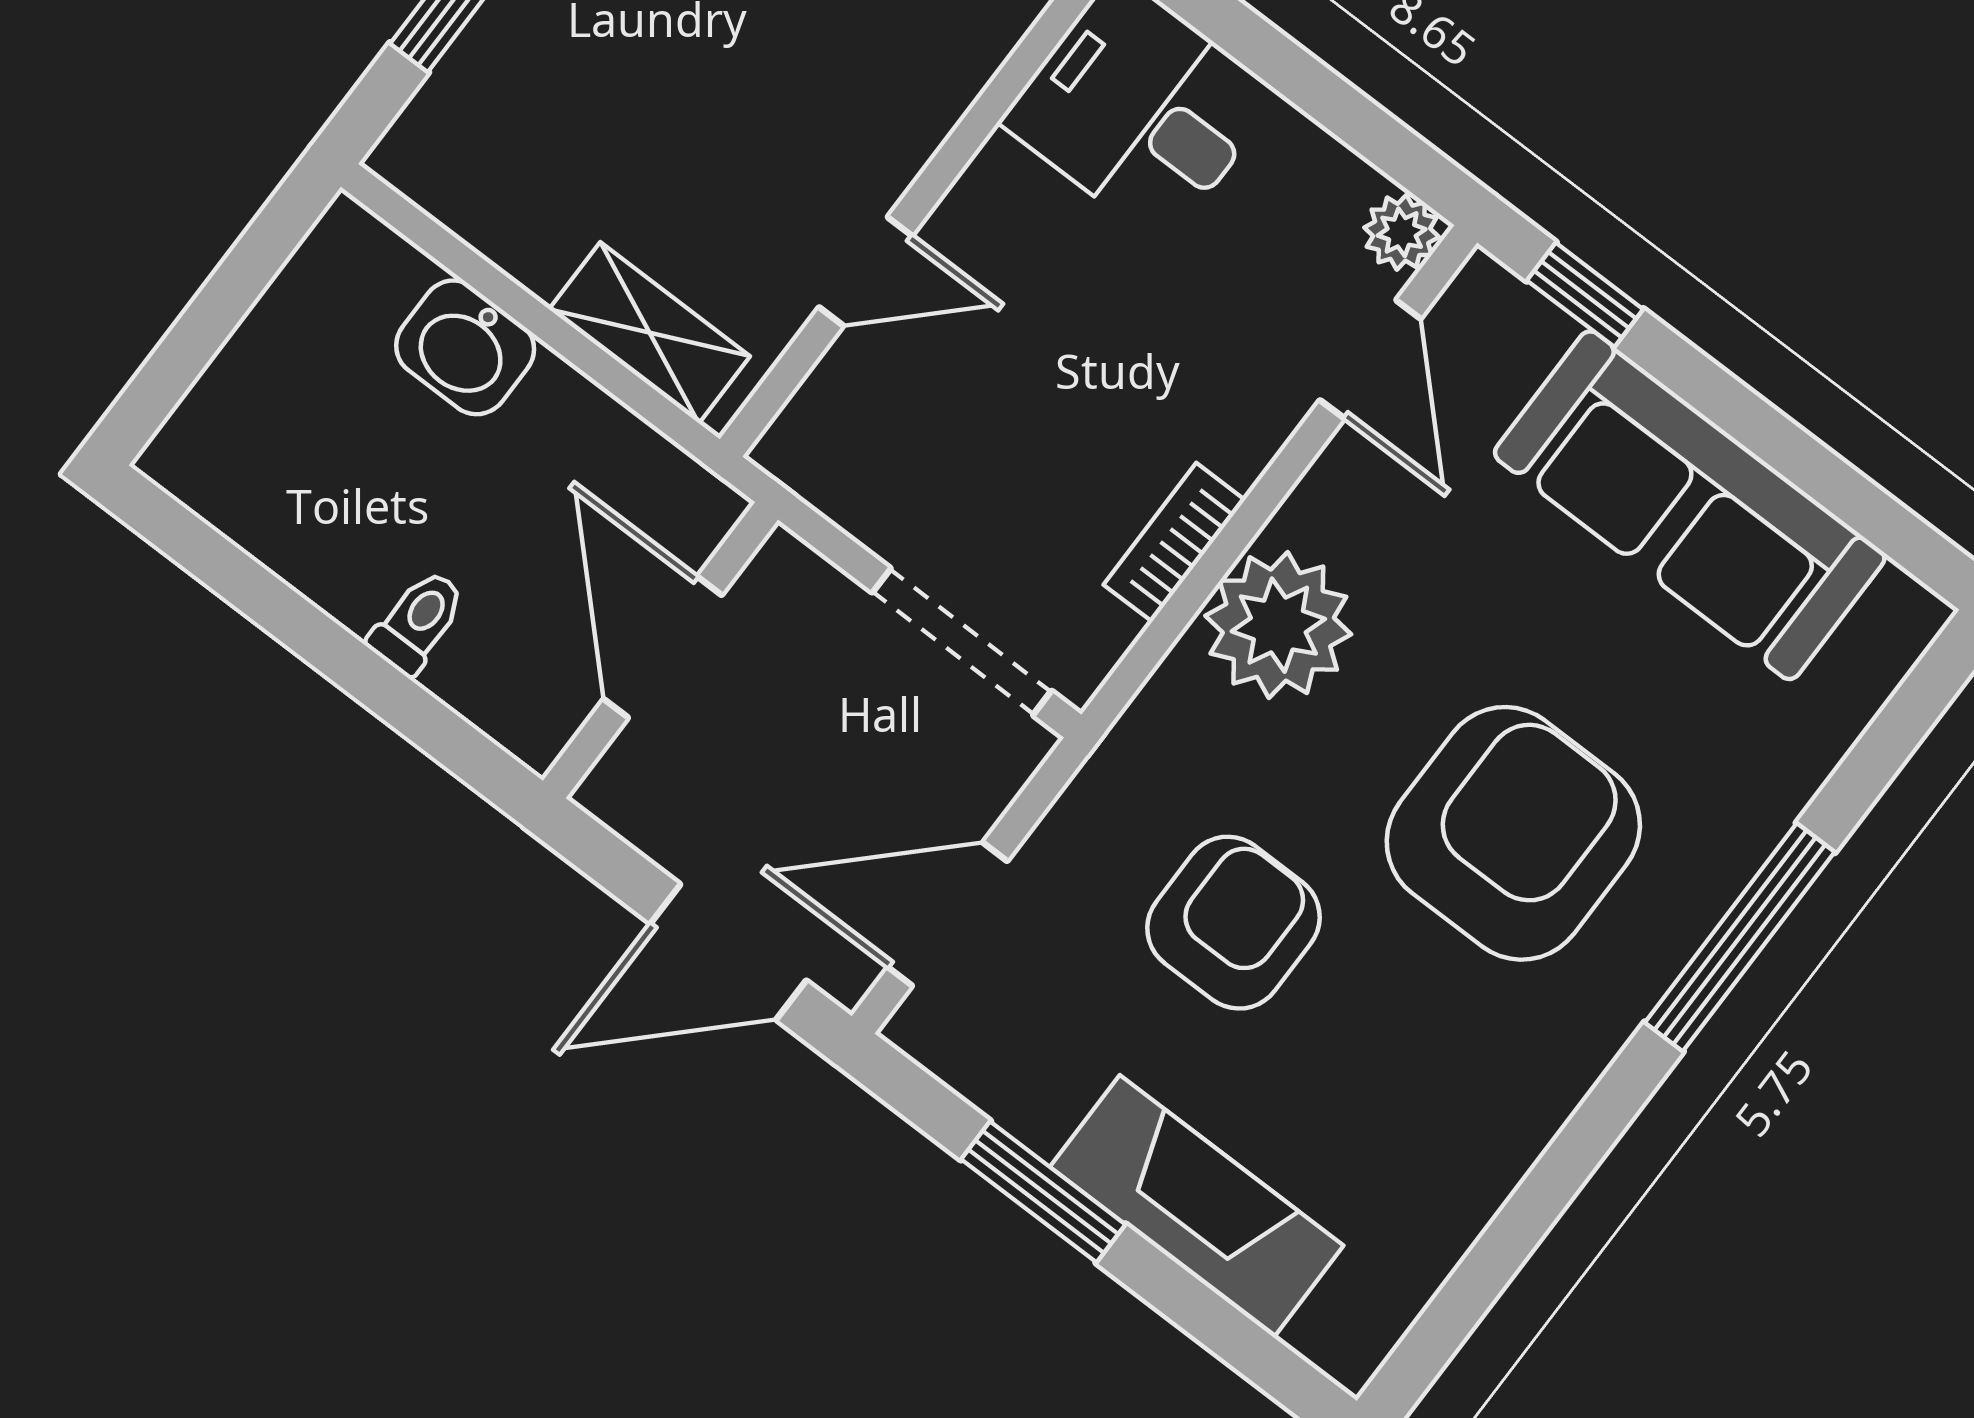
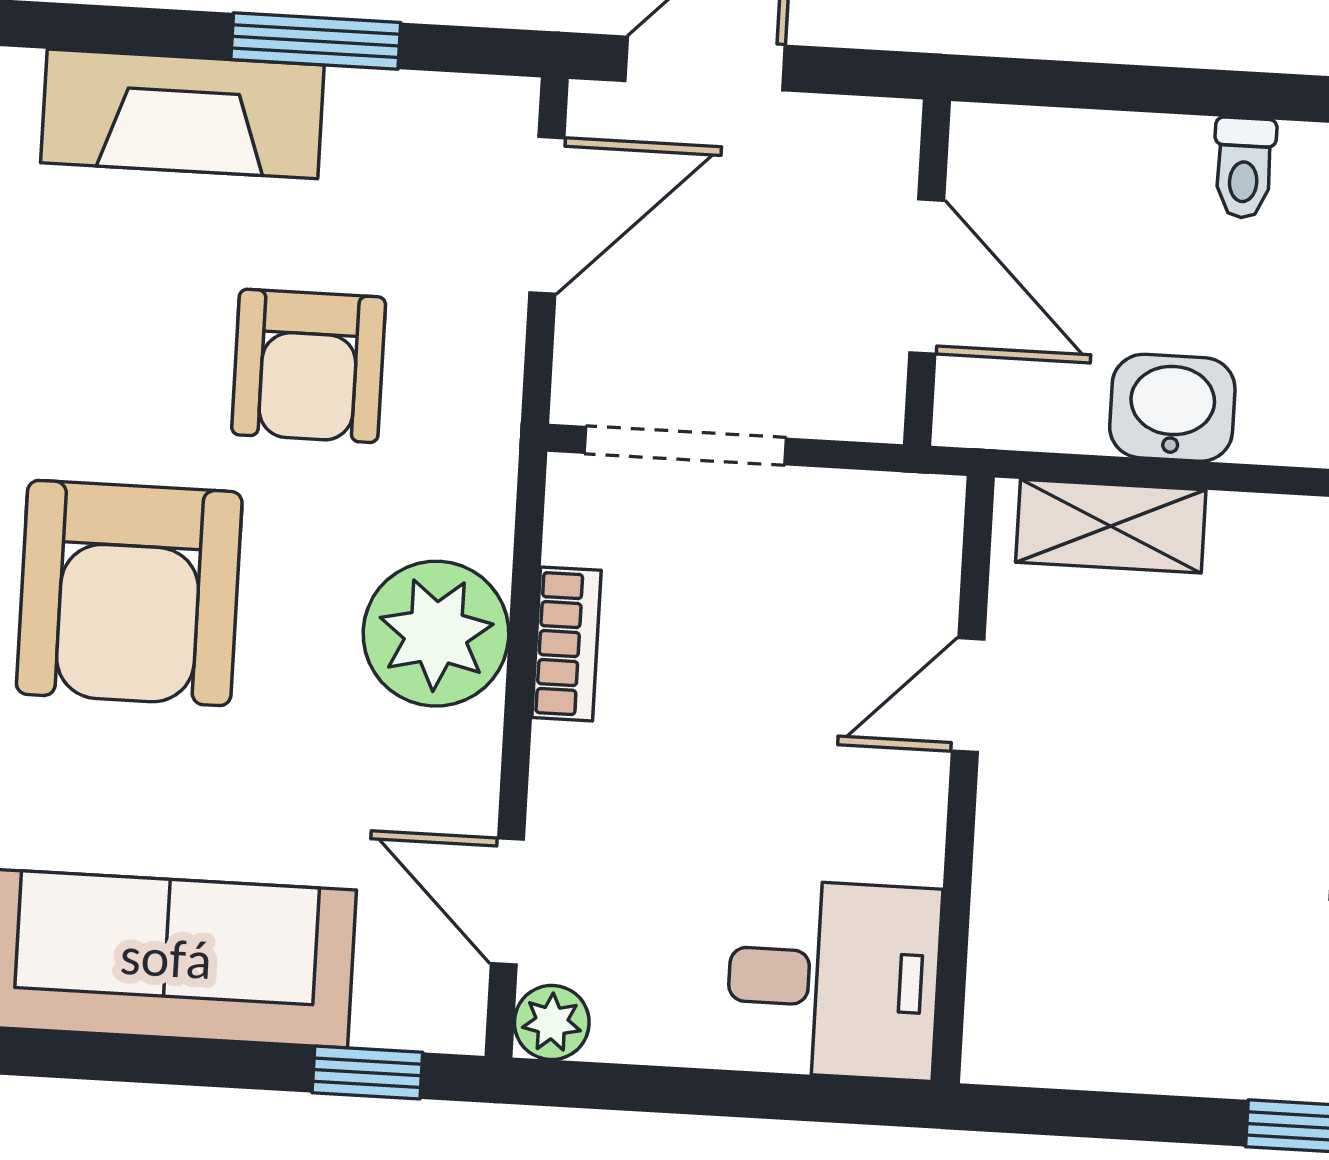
washbasin: (465, 347) -> (1172, 408), moved
toilet: (418, 622) -> (1244, 168), moved

